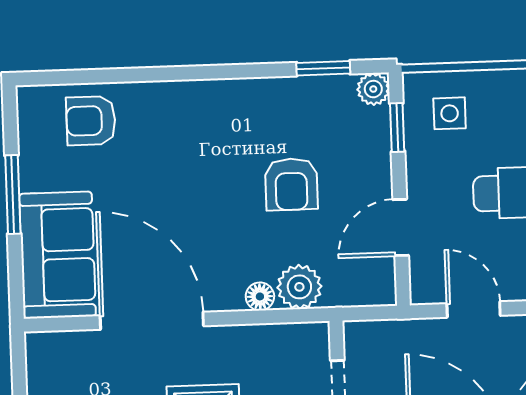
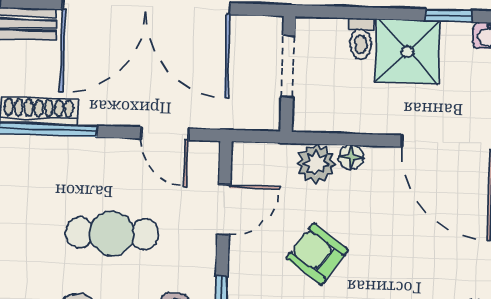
armchair: (291, 184) -> (317, 254), turned -54

